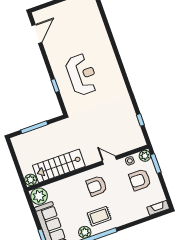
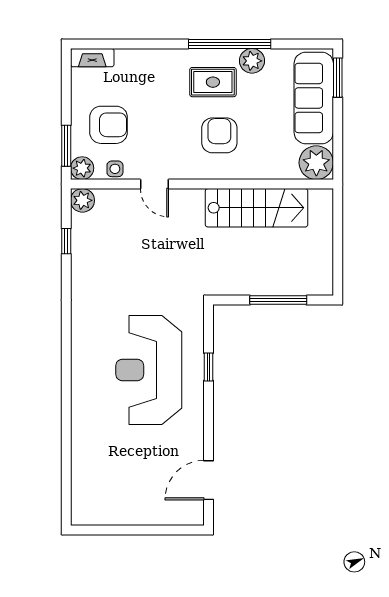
reception desk: (82, 75) -> (149, 370), width x1.36, depth x1.30
plant: (31, 180) -> (82, 200), moved
armchair: (97, 186) -> (219, 135), moved, turned -89

